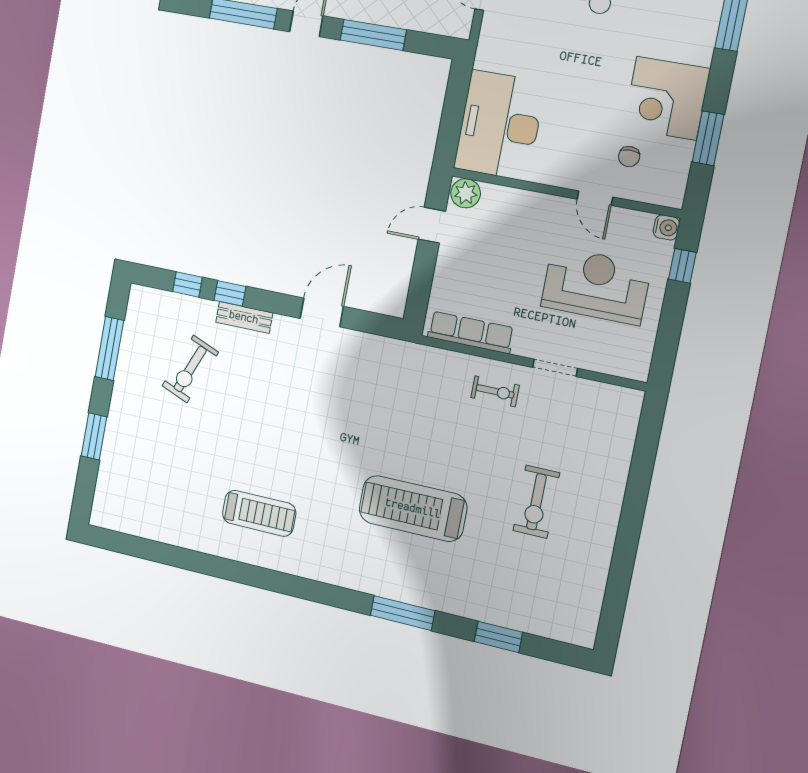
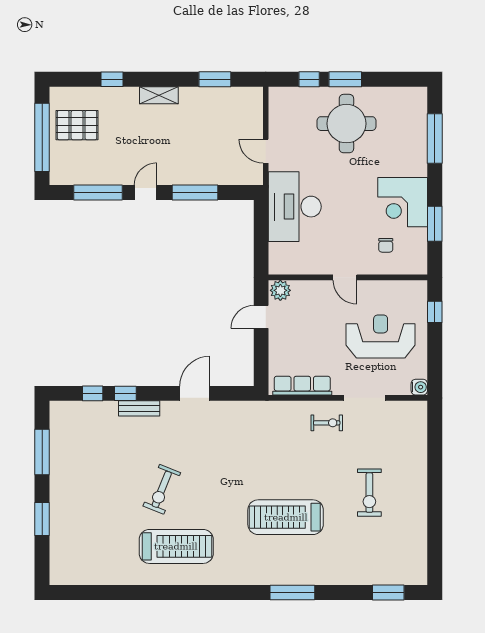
desk: (500, 125) -> (295, 207), moved
door: (595, 198) -> (345, 277), moved
water cooler: (666, 227) -> (419, 387), moved
doorway: (555, 368) -> (364, 398), width x1.38
exercise bike: (190, 369) -> (162, 489), moved
treadmill: (259, 513) -> (176, 546), width x1.37, depth x1.38
window: (498, 637) -> (388, 592), moved

